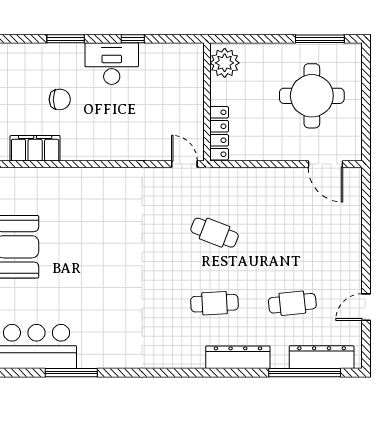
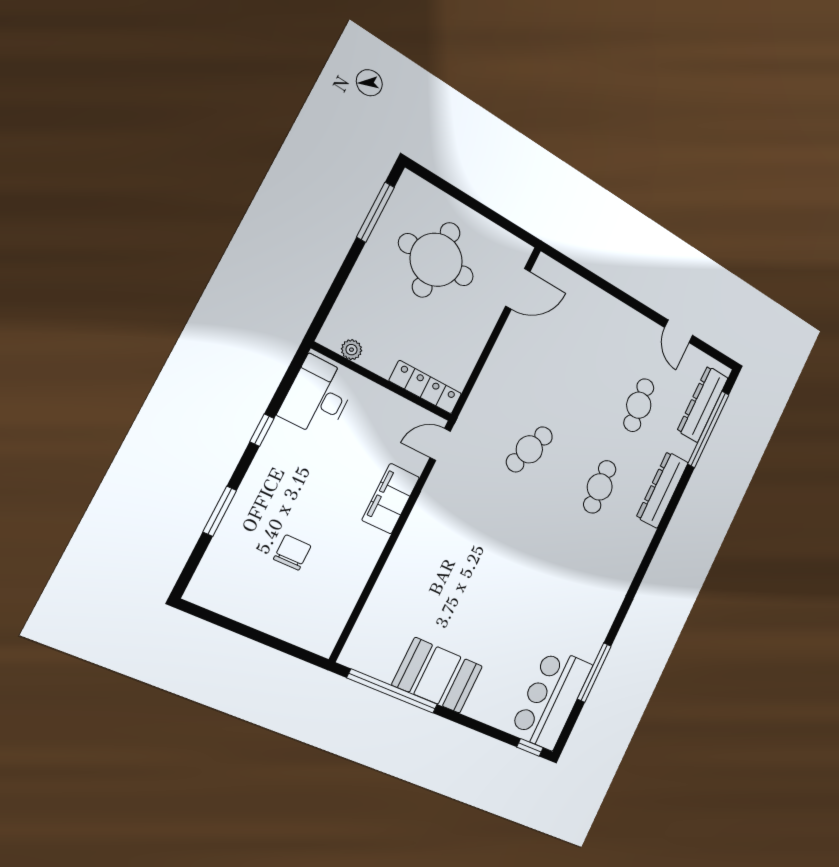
plant: (225, 63) -> (351, 350), width x0.53, depth x0.53
desk: (112, 64) -> (318, 397), moved
filing cabinet: (35, 148) -> (391, 499), moved

